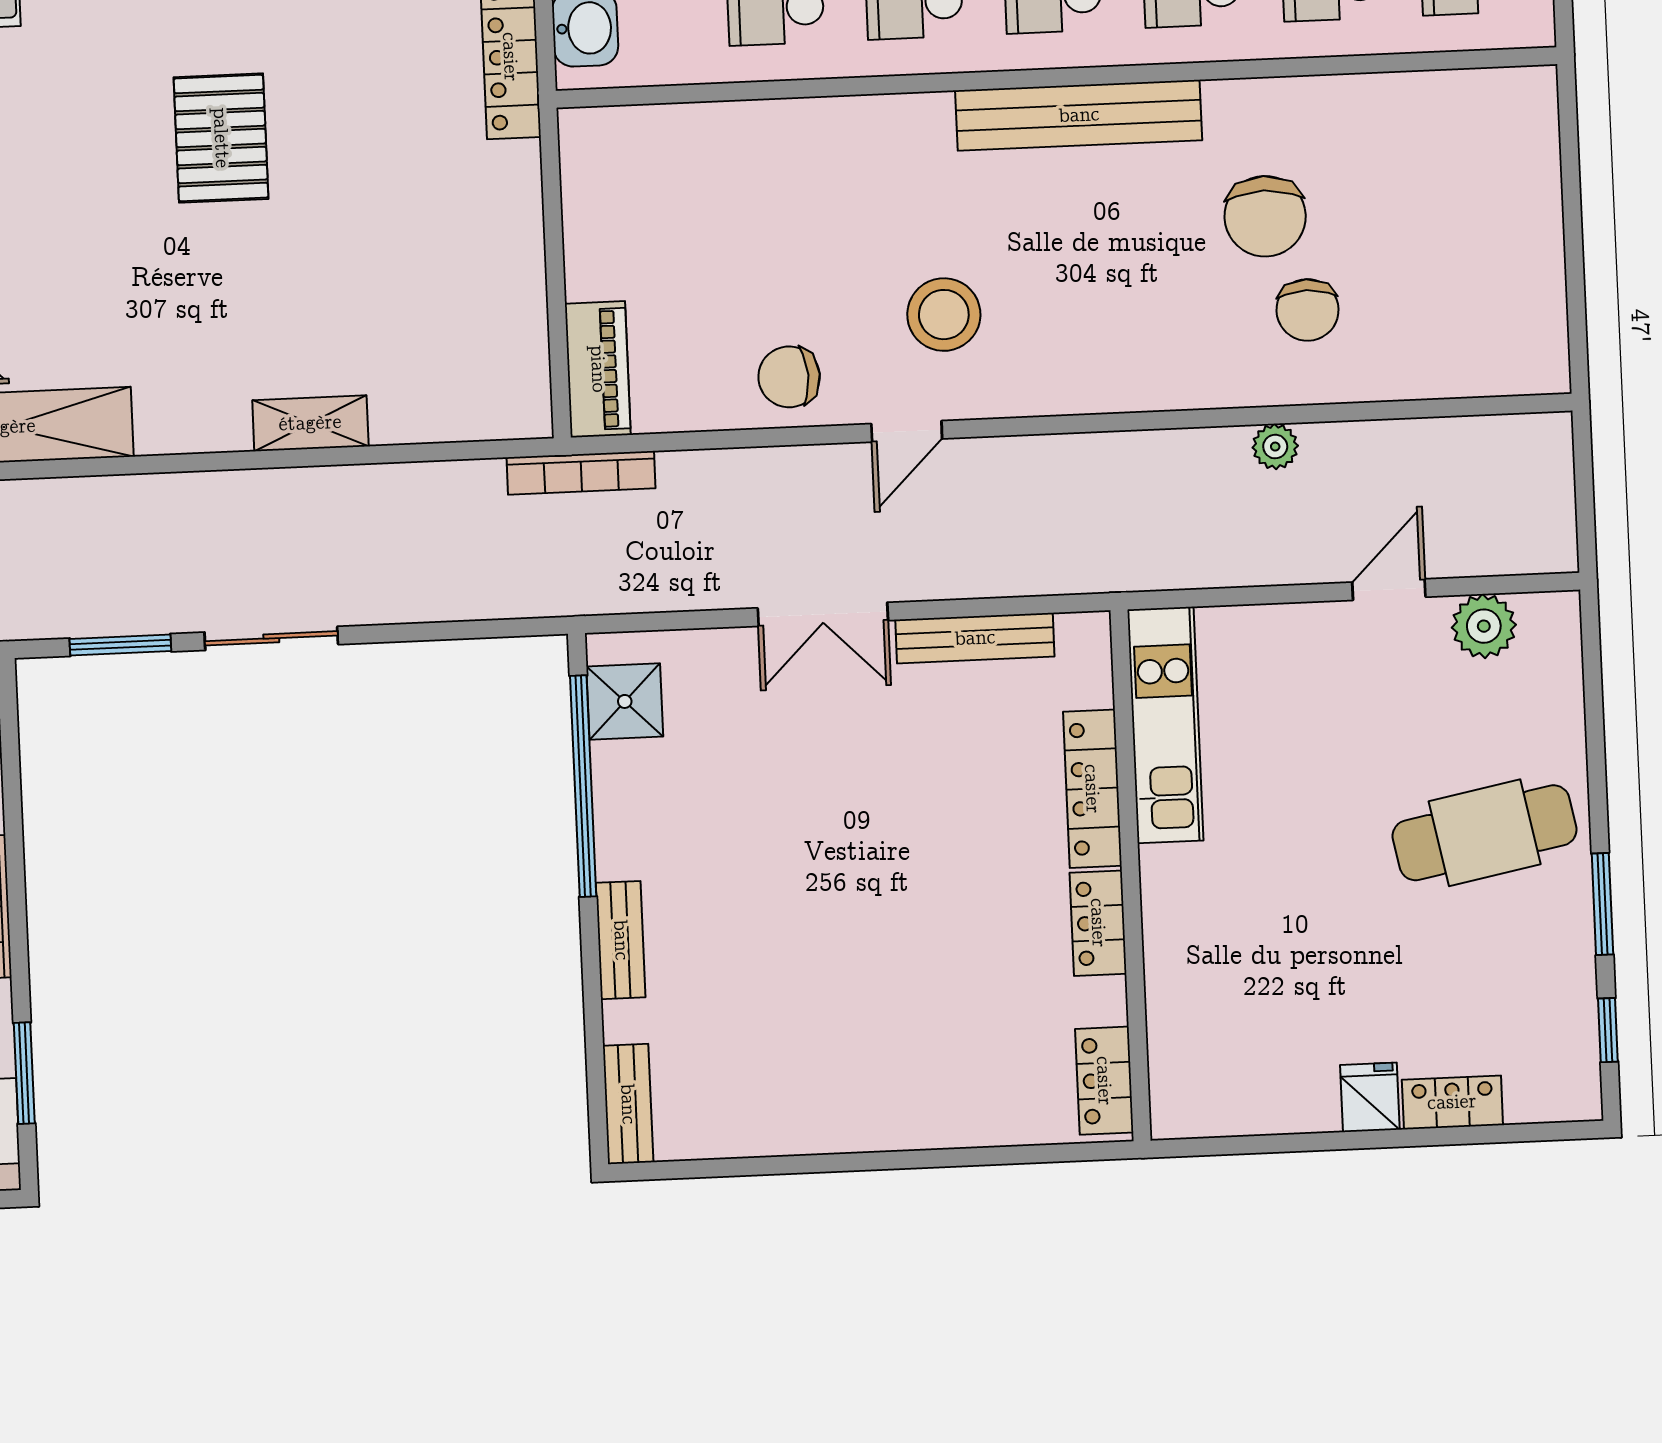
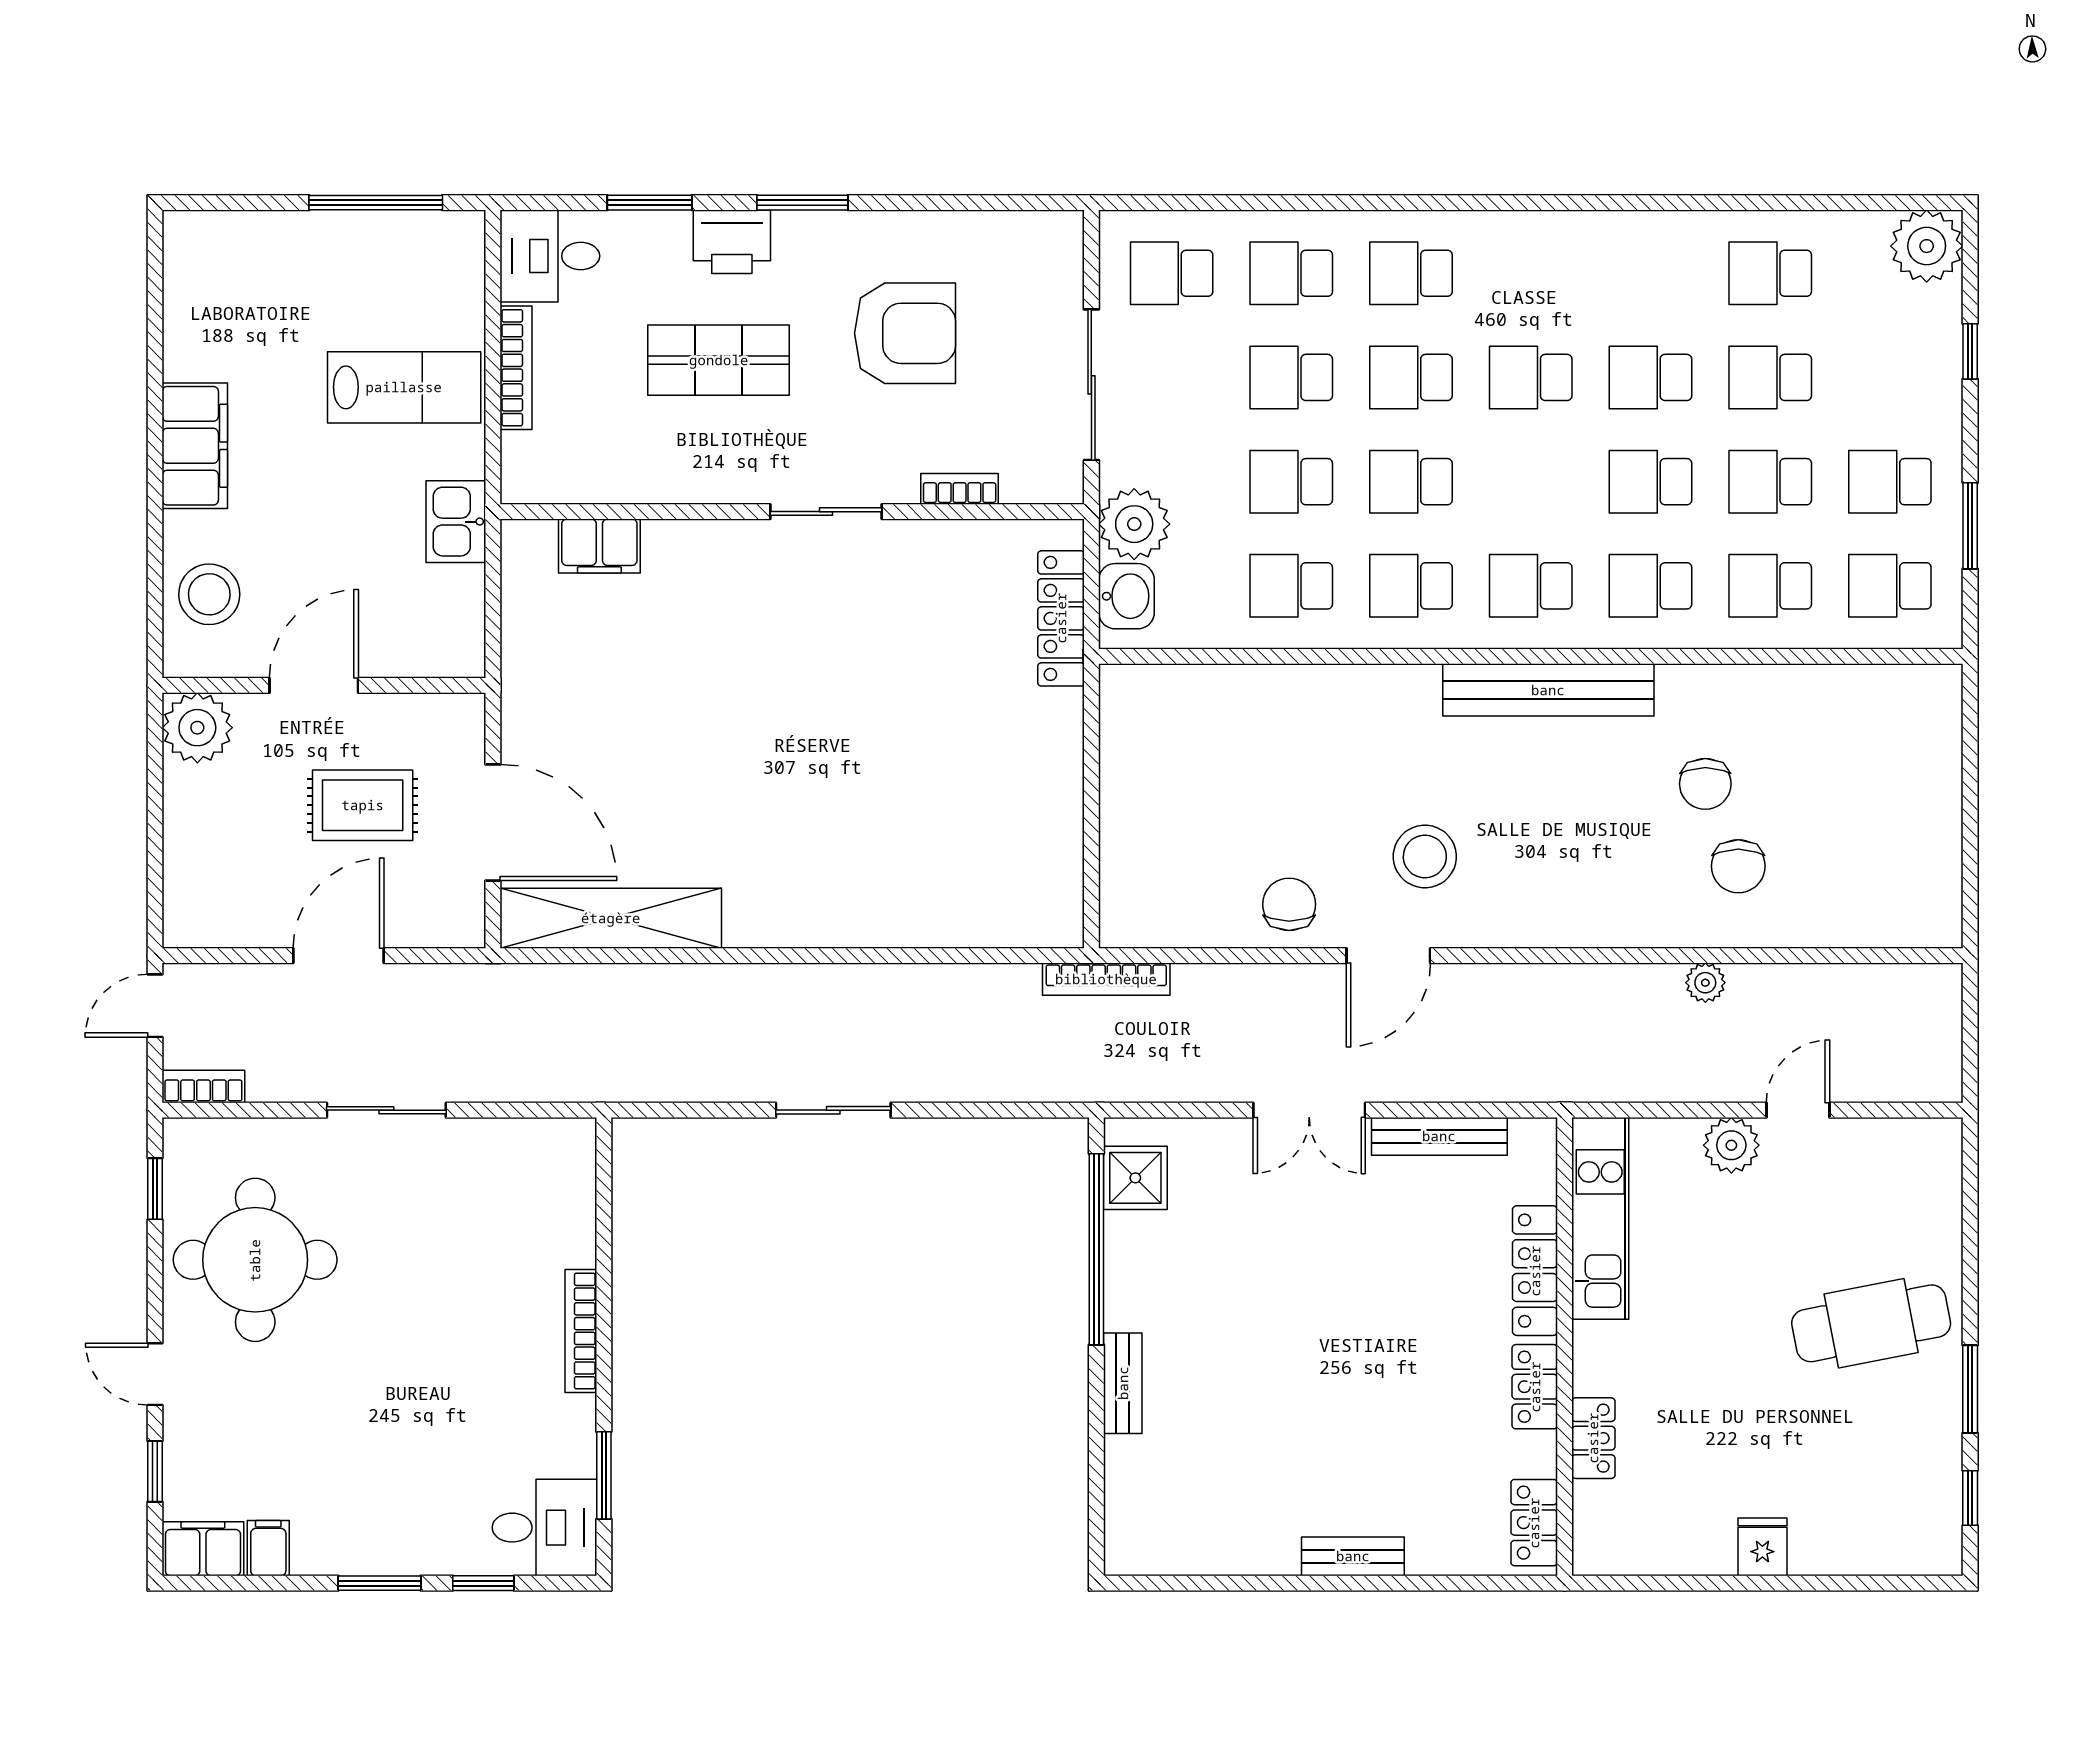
pallet: (221, 138) -> (809, 677), removed
chair: (1265, 216) -> (1705, 784), width x0.73, depth x0.73
piano: (598, 369) -> (1125, 891), removed
chair: (789, 377) -> (1289, 904), turned 93
shelving: (310, 423) -> (875, 926), removed
door: (907, 431) -> (1388, 956), width x1.38
plant: (1484, 626) -> (1731, 1145), moved
window: (120, 645) -> (703, 1110), removed
locker: (1452, 1102) -> (1593, 1438), moved, turned 90
bench: (628, 1104) -> (1353, 1556), moved, turned 90

